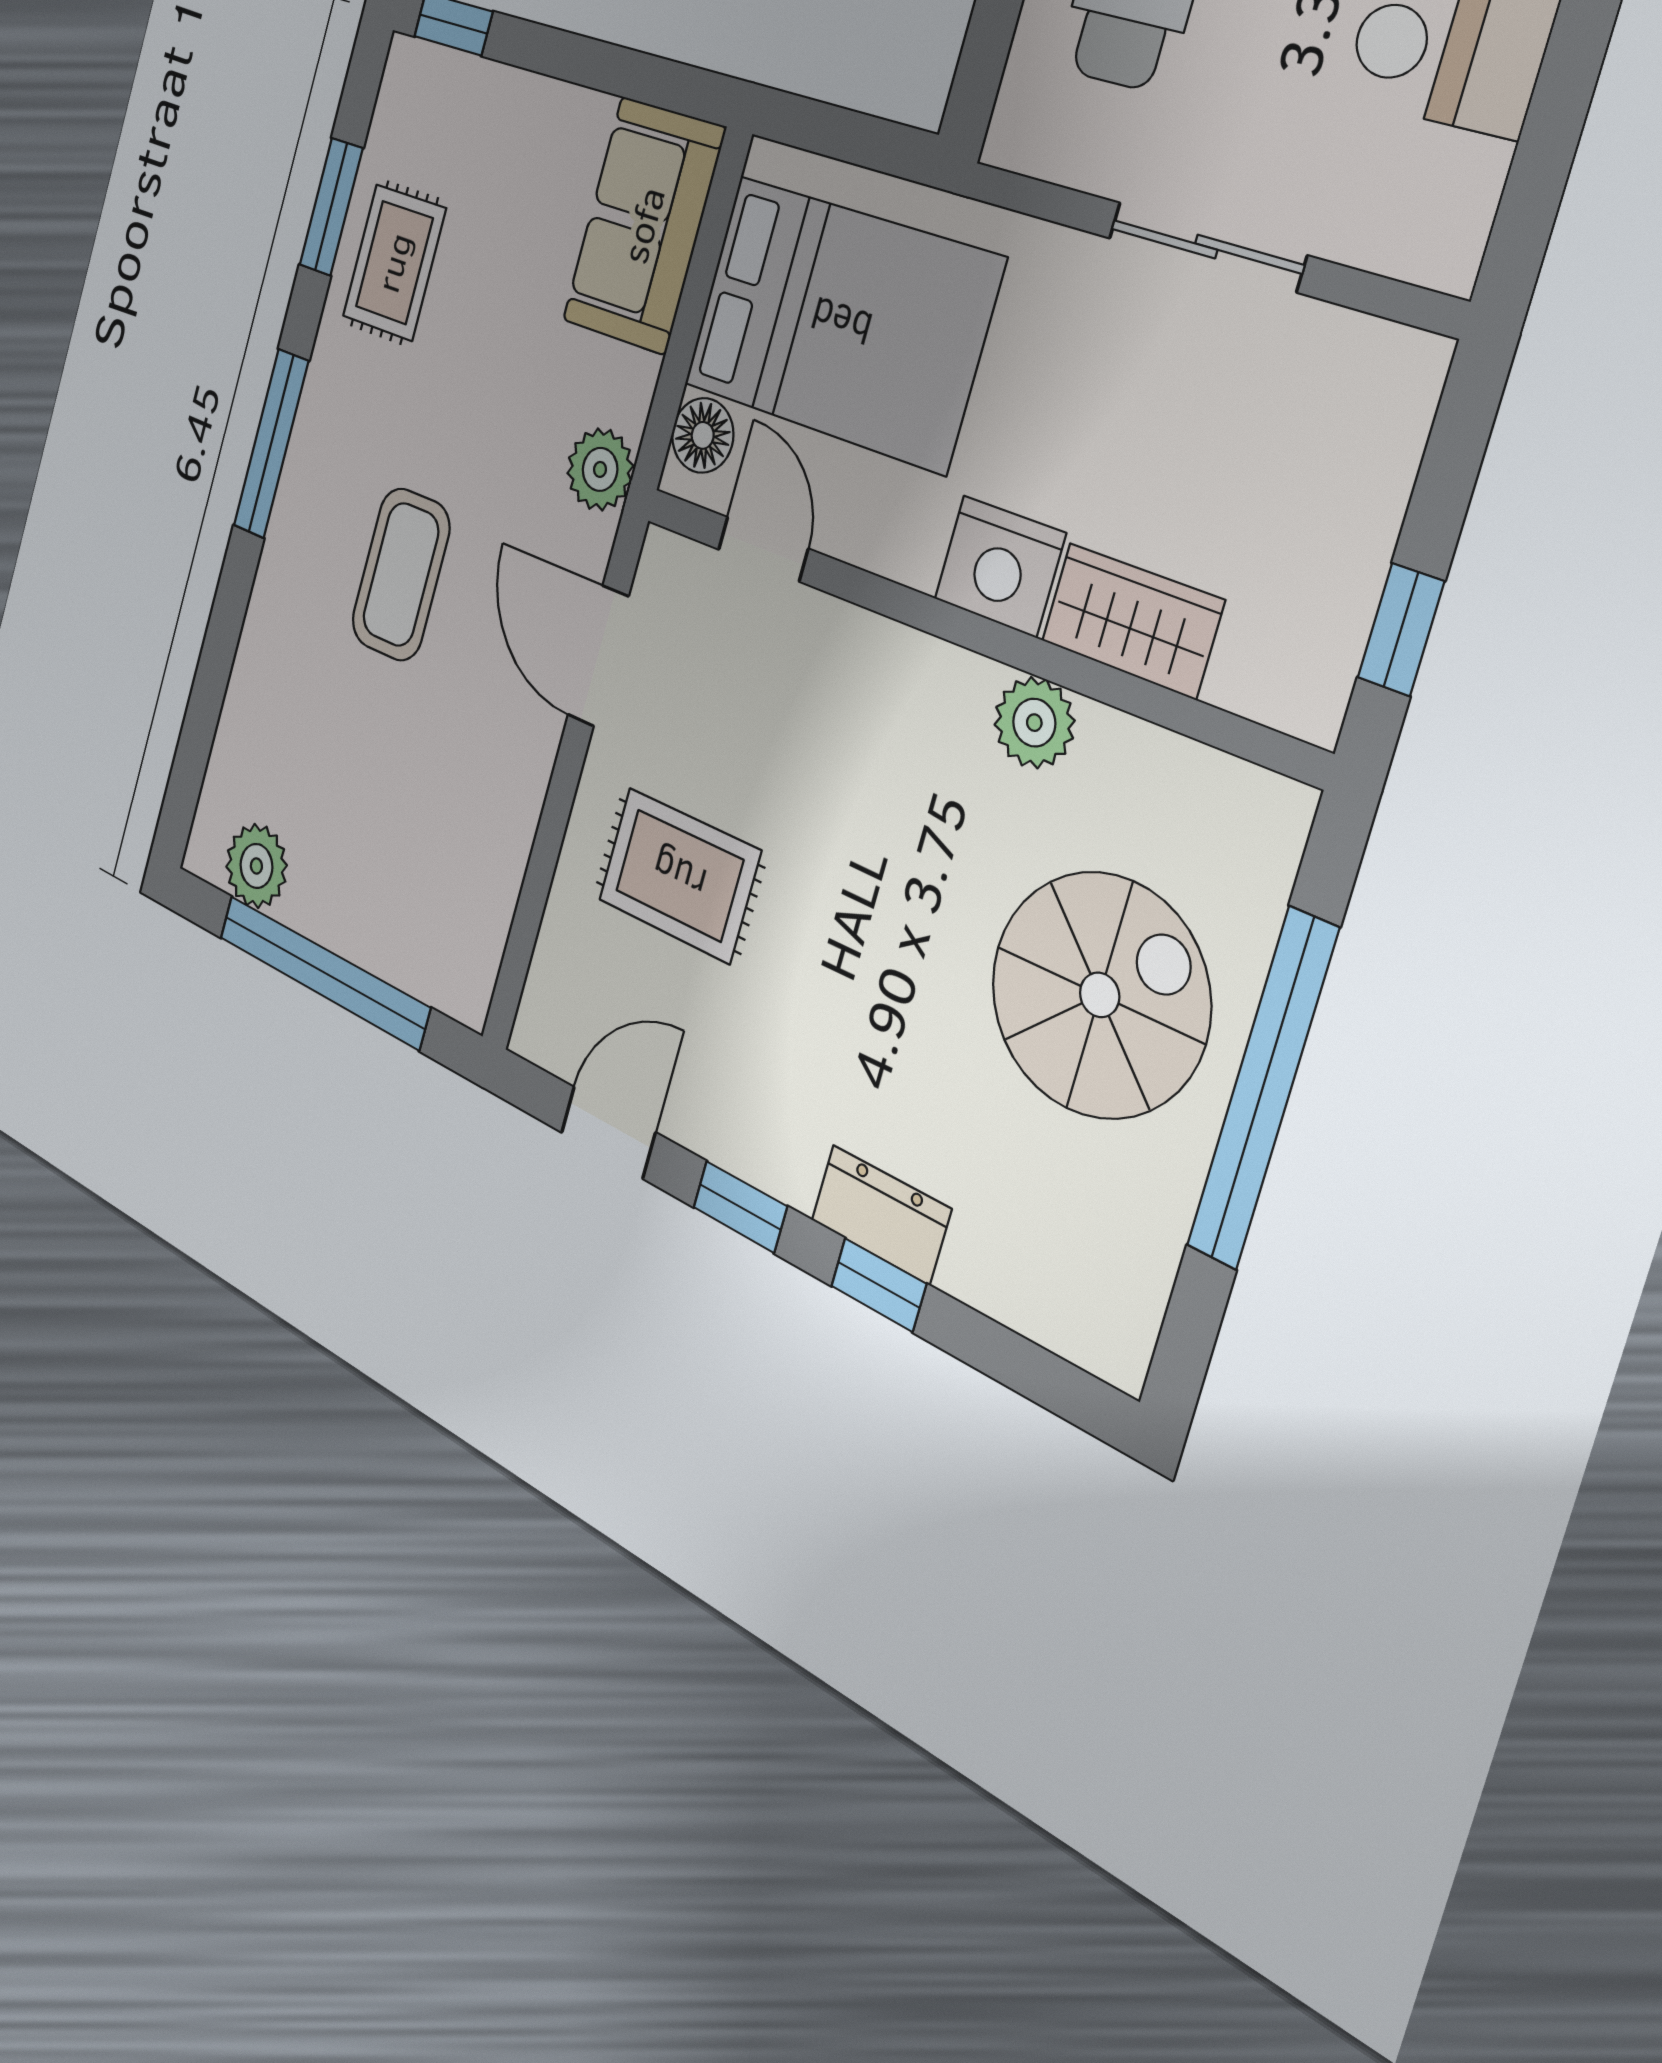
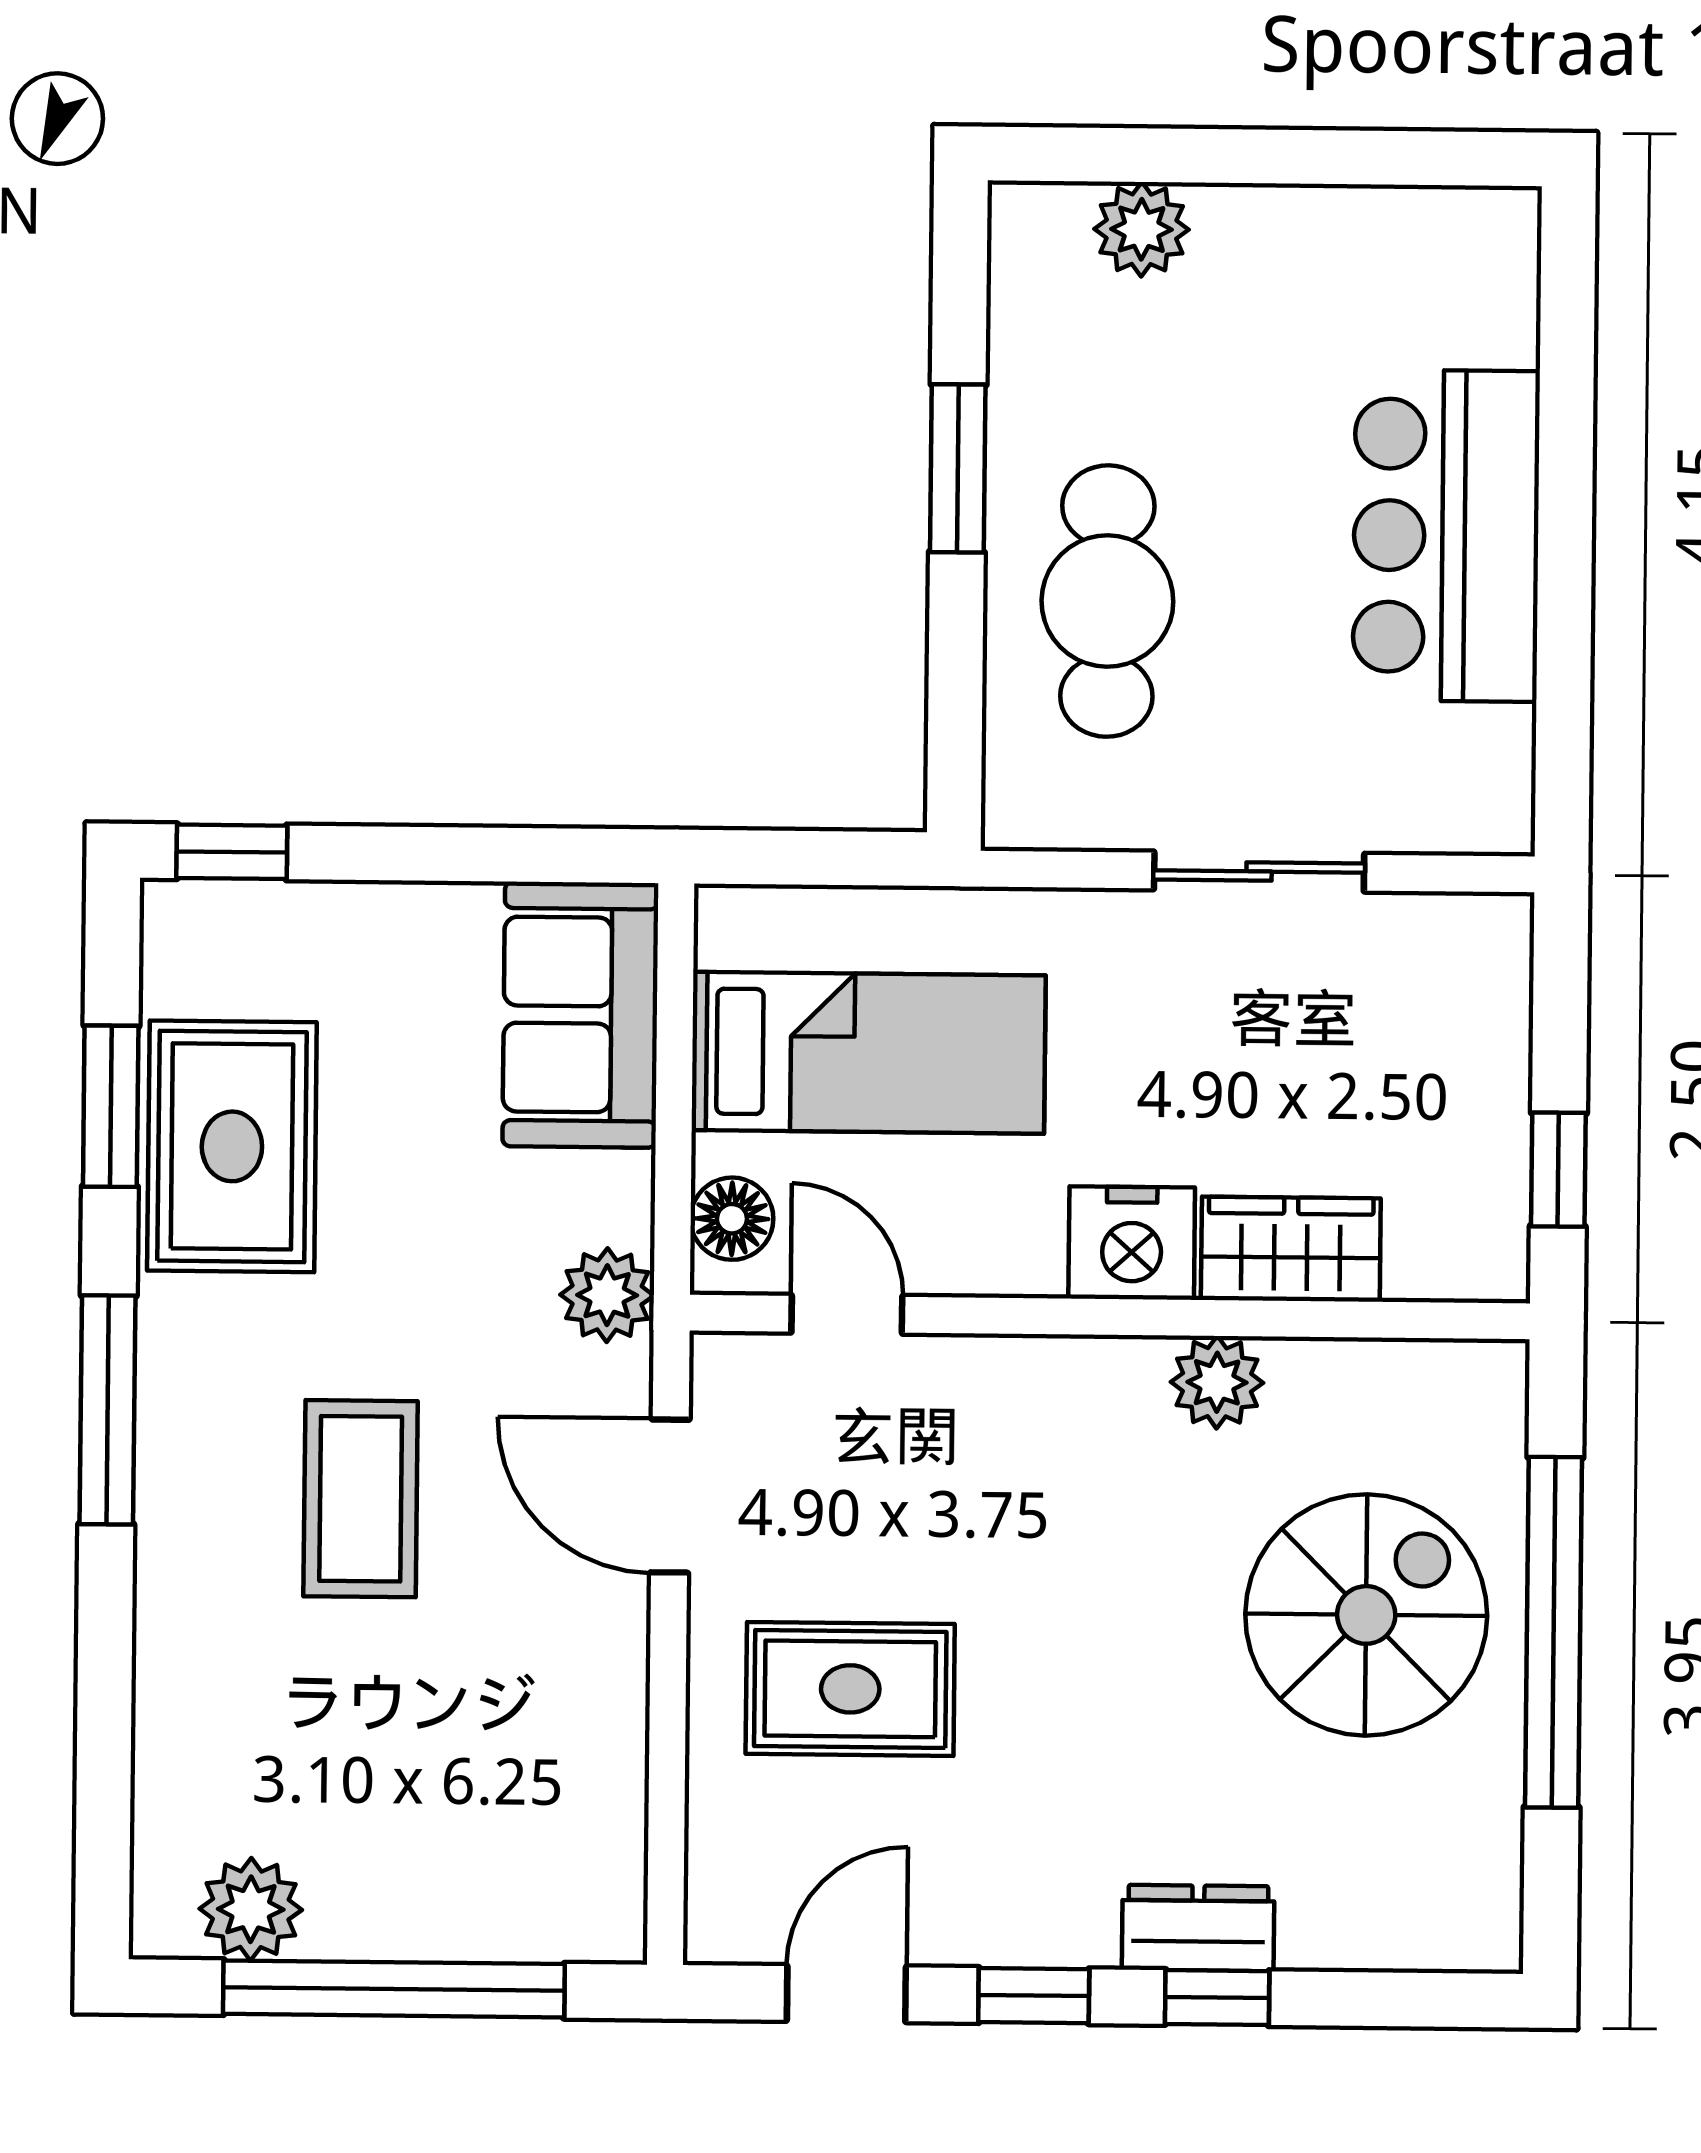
rug: (394, 262) -> (232, 1146), width x1.36, depth x1.43
bed: (841, 322) -> (869, 1053), width x0.67

